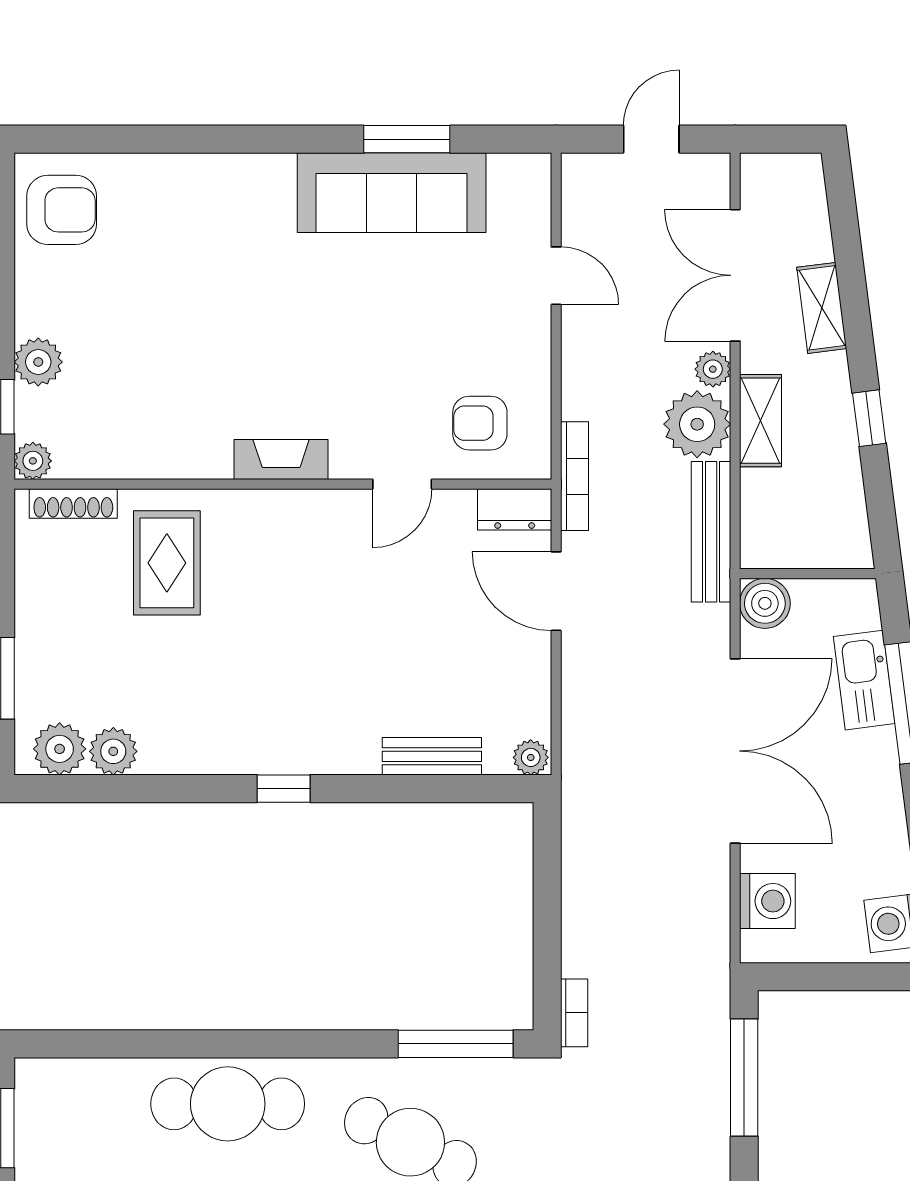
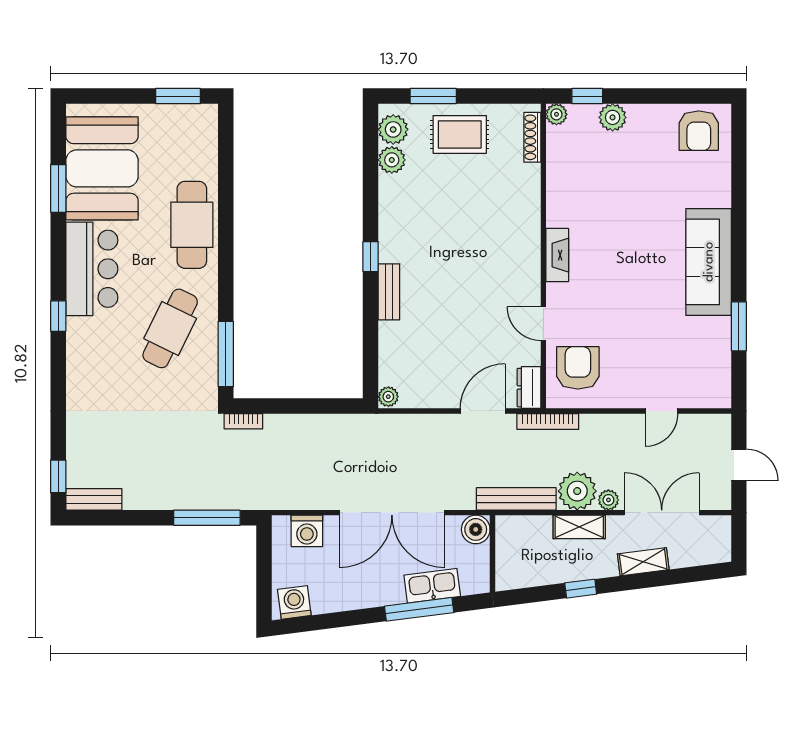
sofa: (392, 193) -> (709, 262), moved
armchair: (480, 423) -> (578, 368), width x1.38, depth x1.38
rug: (167, 563) -> (460, 134), moved
bench: (432, 756) -> (389, 292), moved

